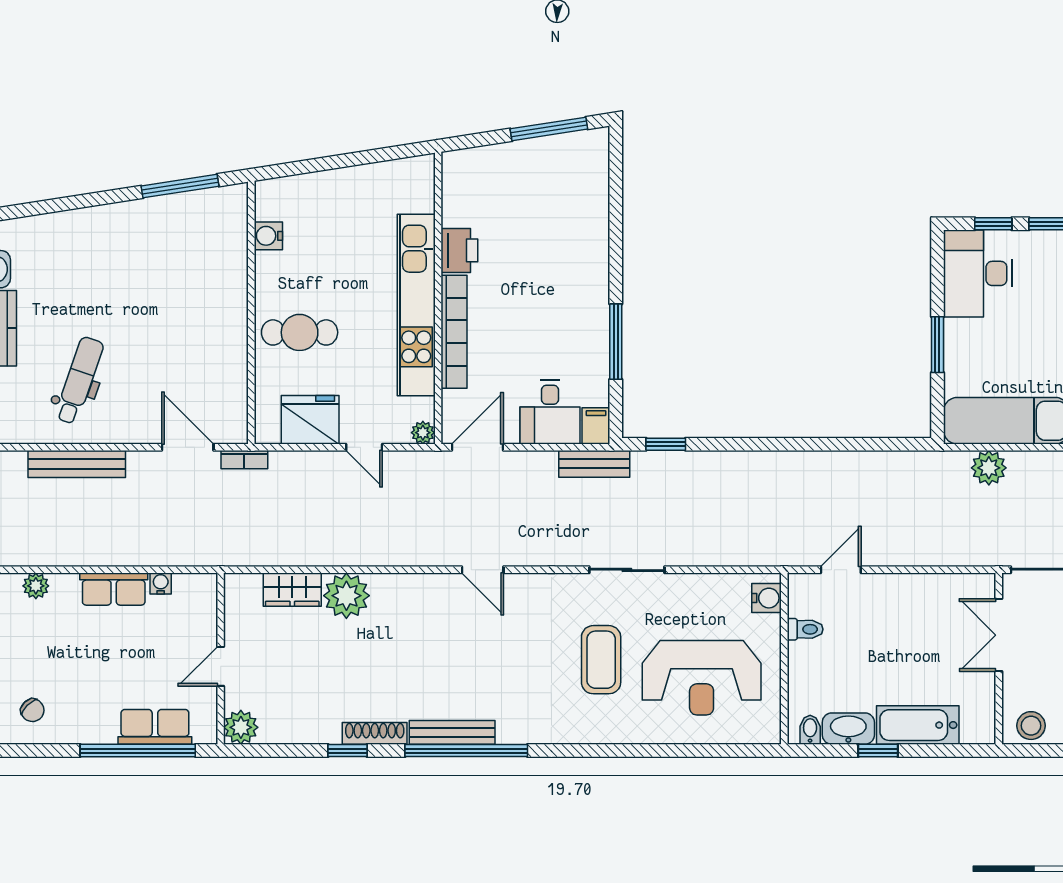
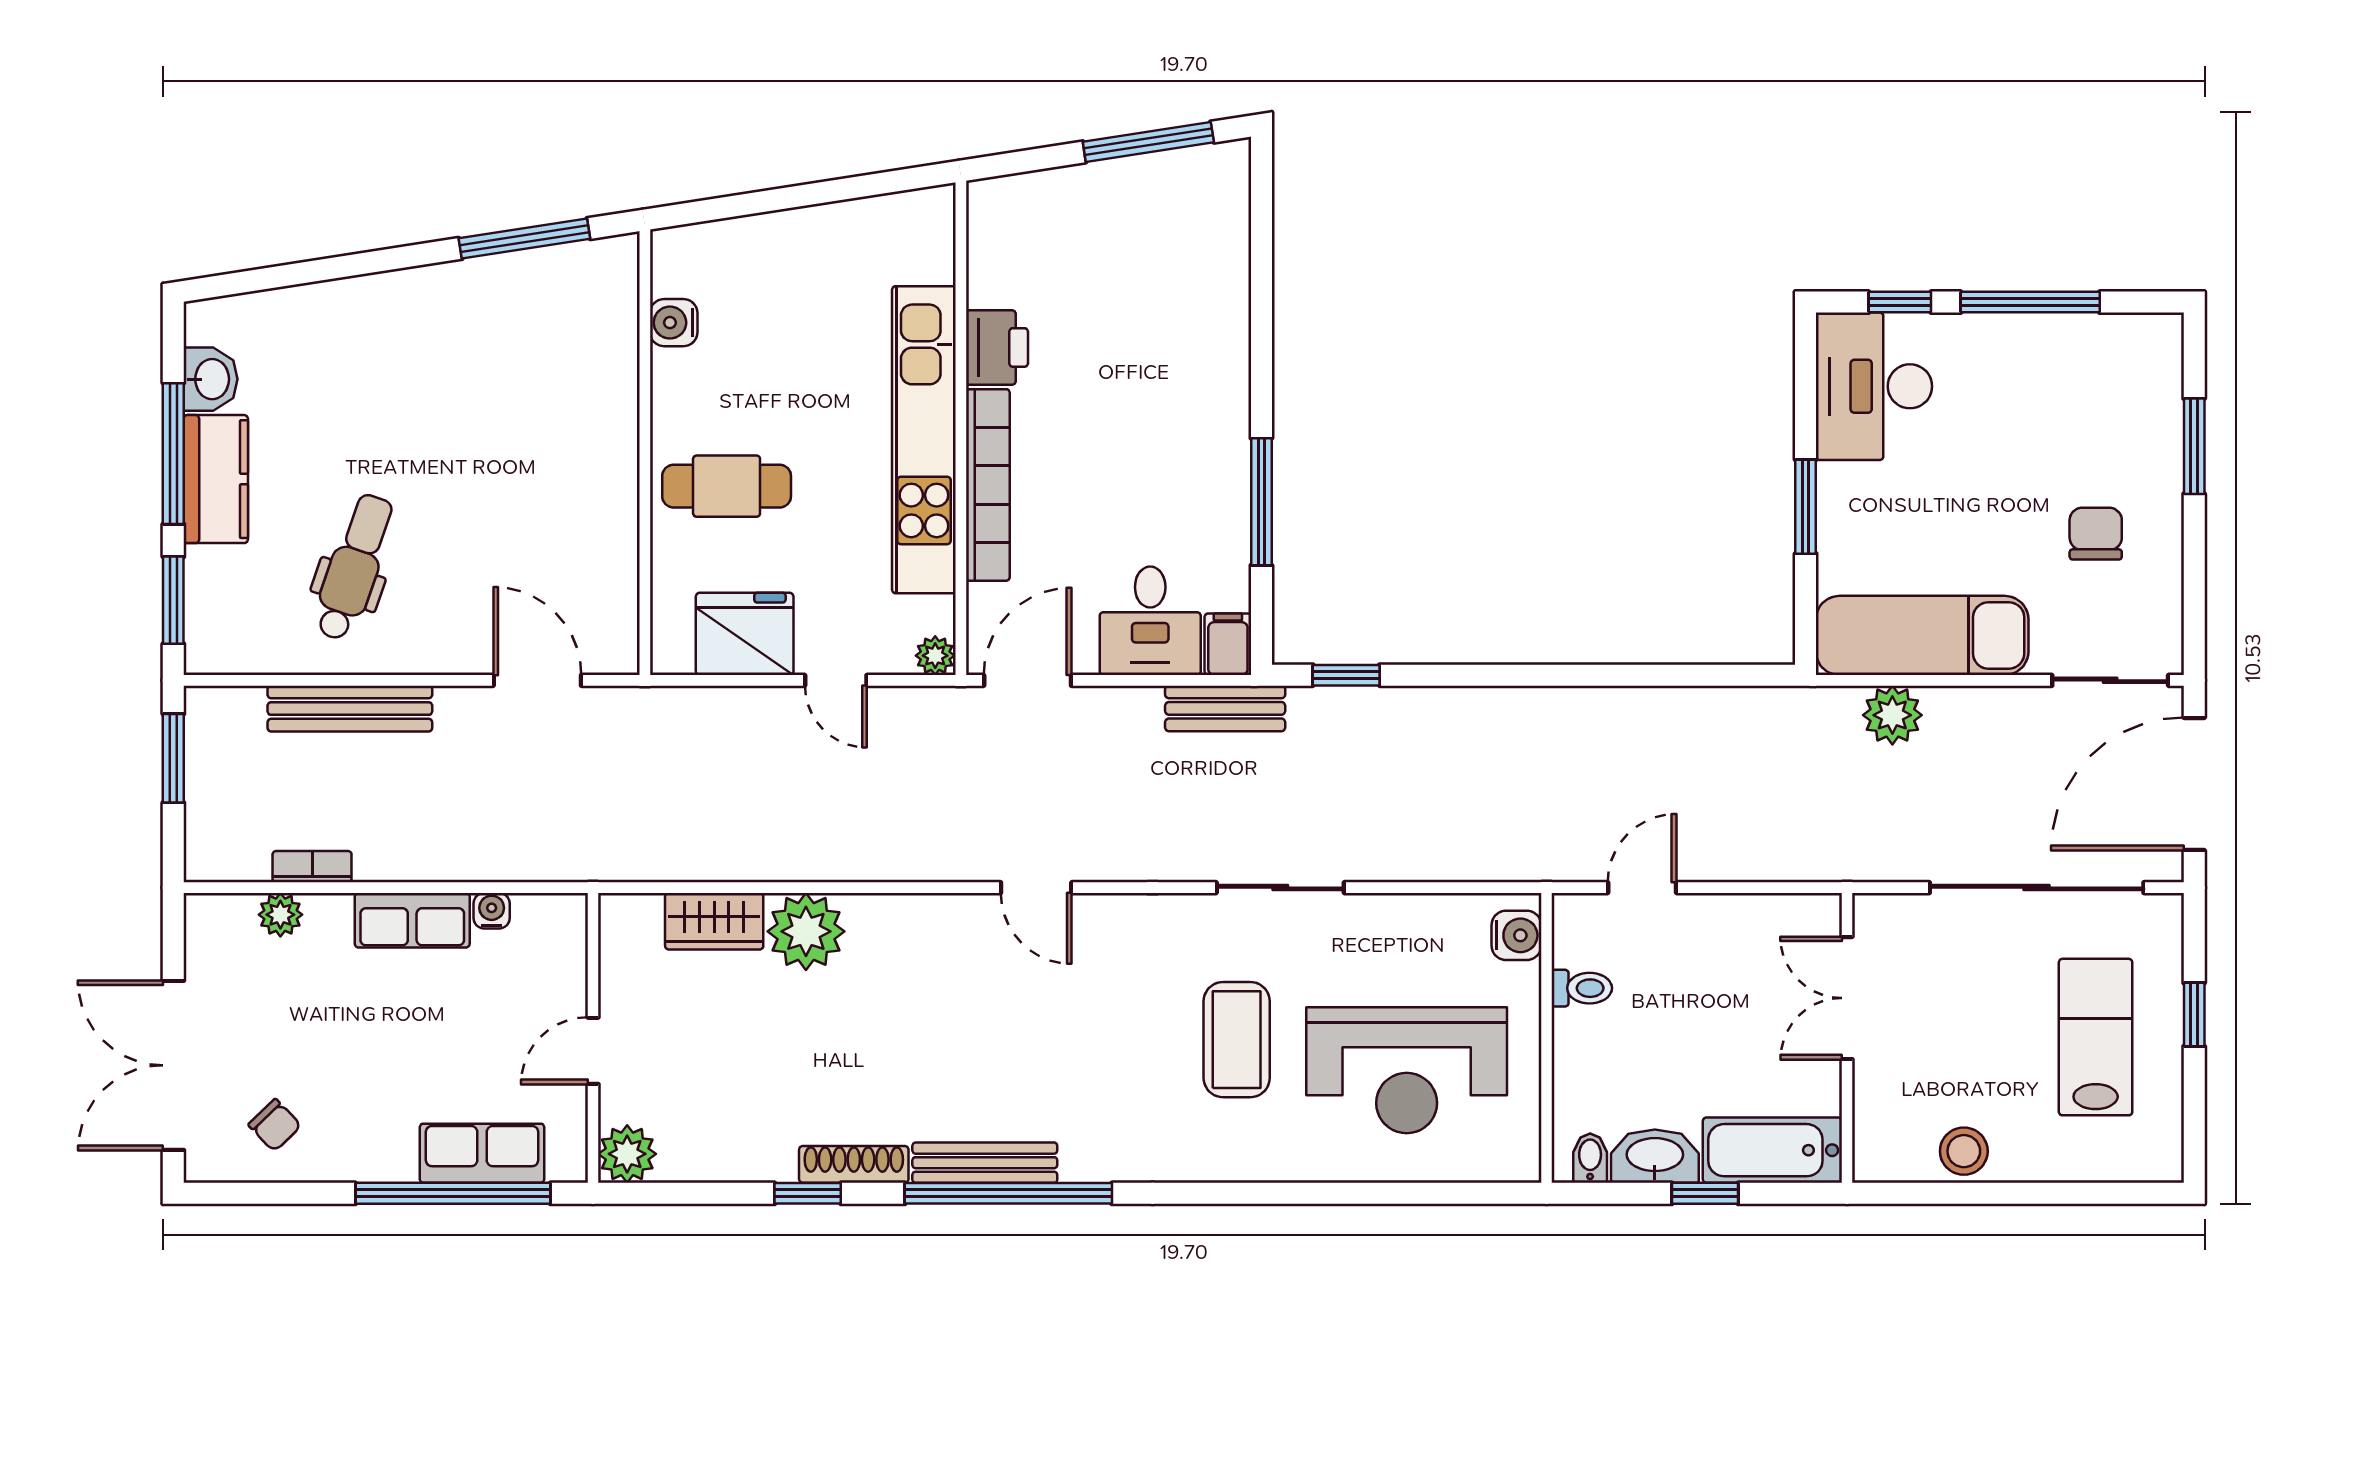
bookcase: (244, 460) -> (312, 867), moved, turned 180
double door: (999, 635) -> (1847, 998), moved
wall: (999, 659) -> (1847, 1038), moved

